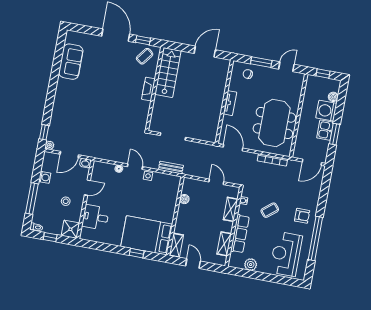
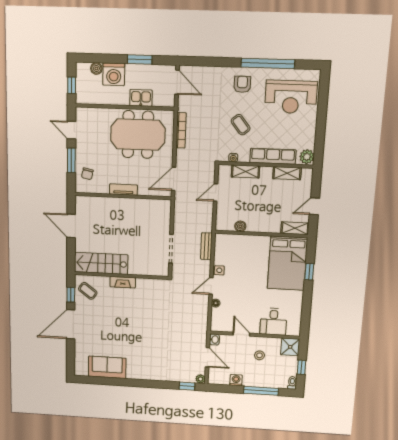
kitchen sink: (325, 130) -> (141, 98), moved, turned 180
plant: (251, 265) -> (307, 157), moved

